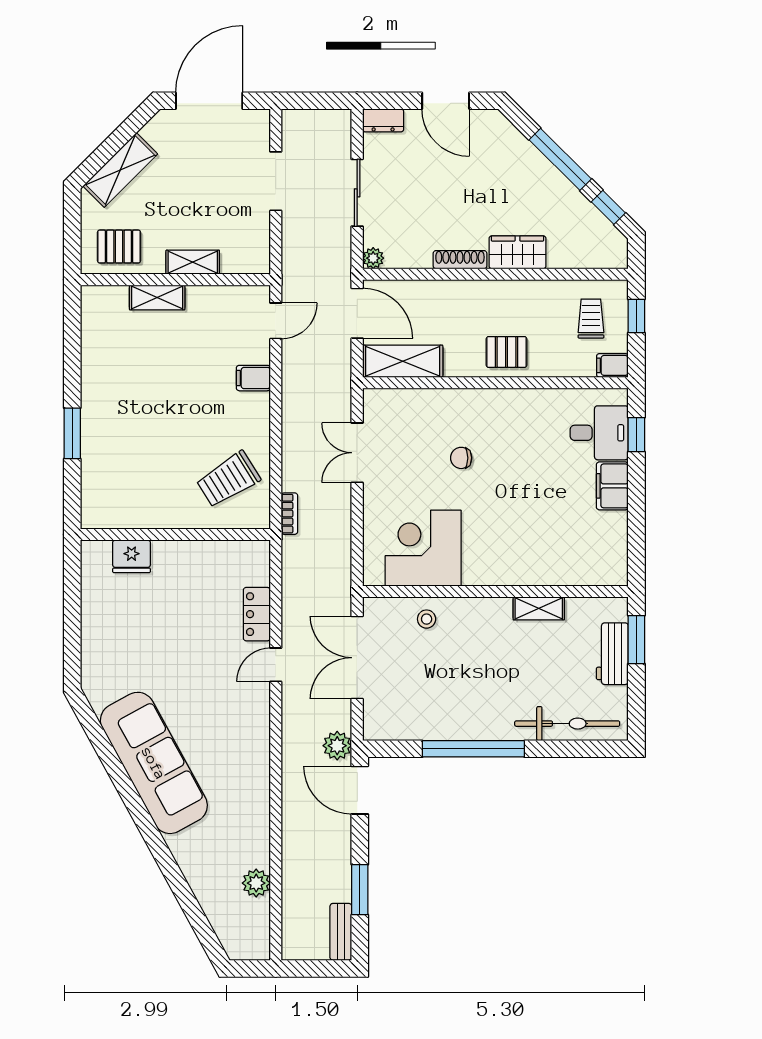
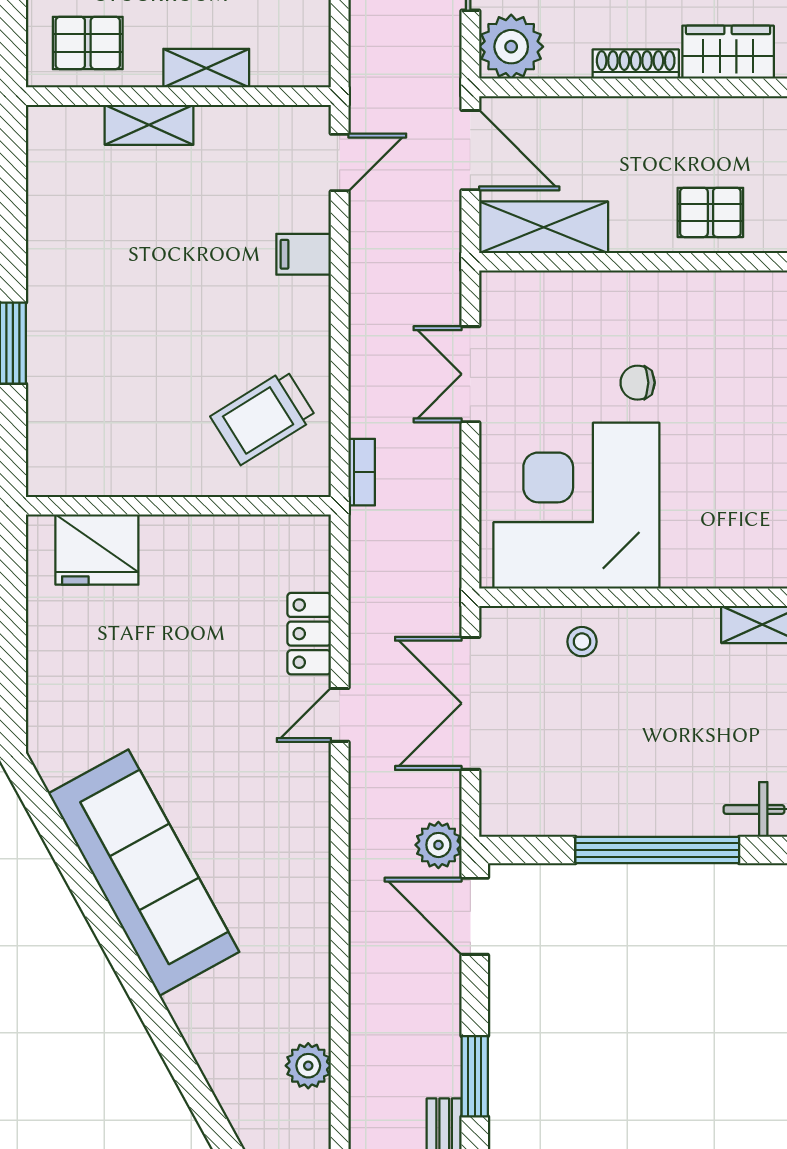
plant: (373, 258) -> (511, 47), width x1.88, depth x1.88
corner desk: (423, 548) -> (576, 506), width x1.36, depth x1.36
fridge: (132, 556) -> (97, 550), width x1.36, depth x1.34

